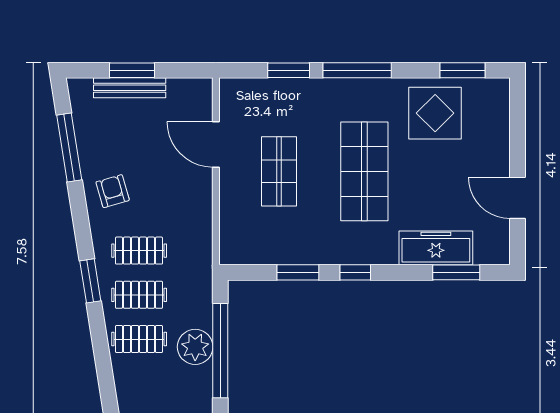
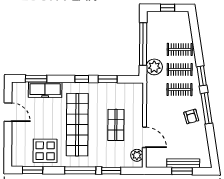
plant: (232, 105) -> (137, 155), added
window: (69, 147) -> (207, 108), moved
shop shelf: (364, 171) -> (77, 125), width x1.40
plant: (195, 347) -> (154, 67), moved

